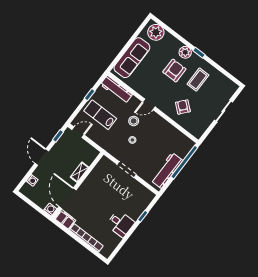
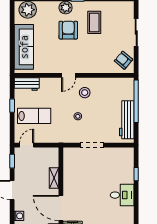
workbench: (116, 90) -> (27, 84), width x0.73
armchair: (183, 107) -> (123, 60), moved
lab bench: (100, 115) -> (34, 116), turned 180
stool: (134, 121) -> (85, 93), moved

